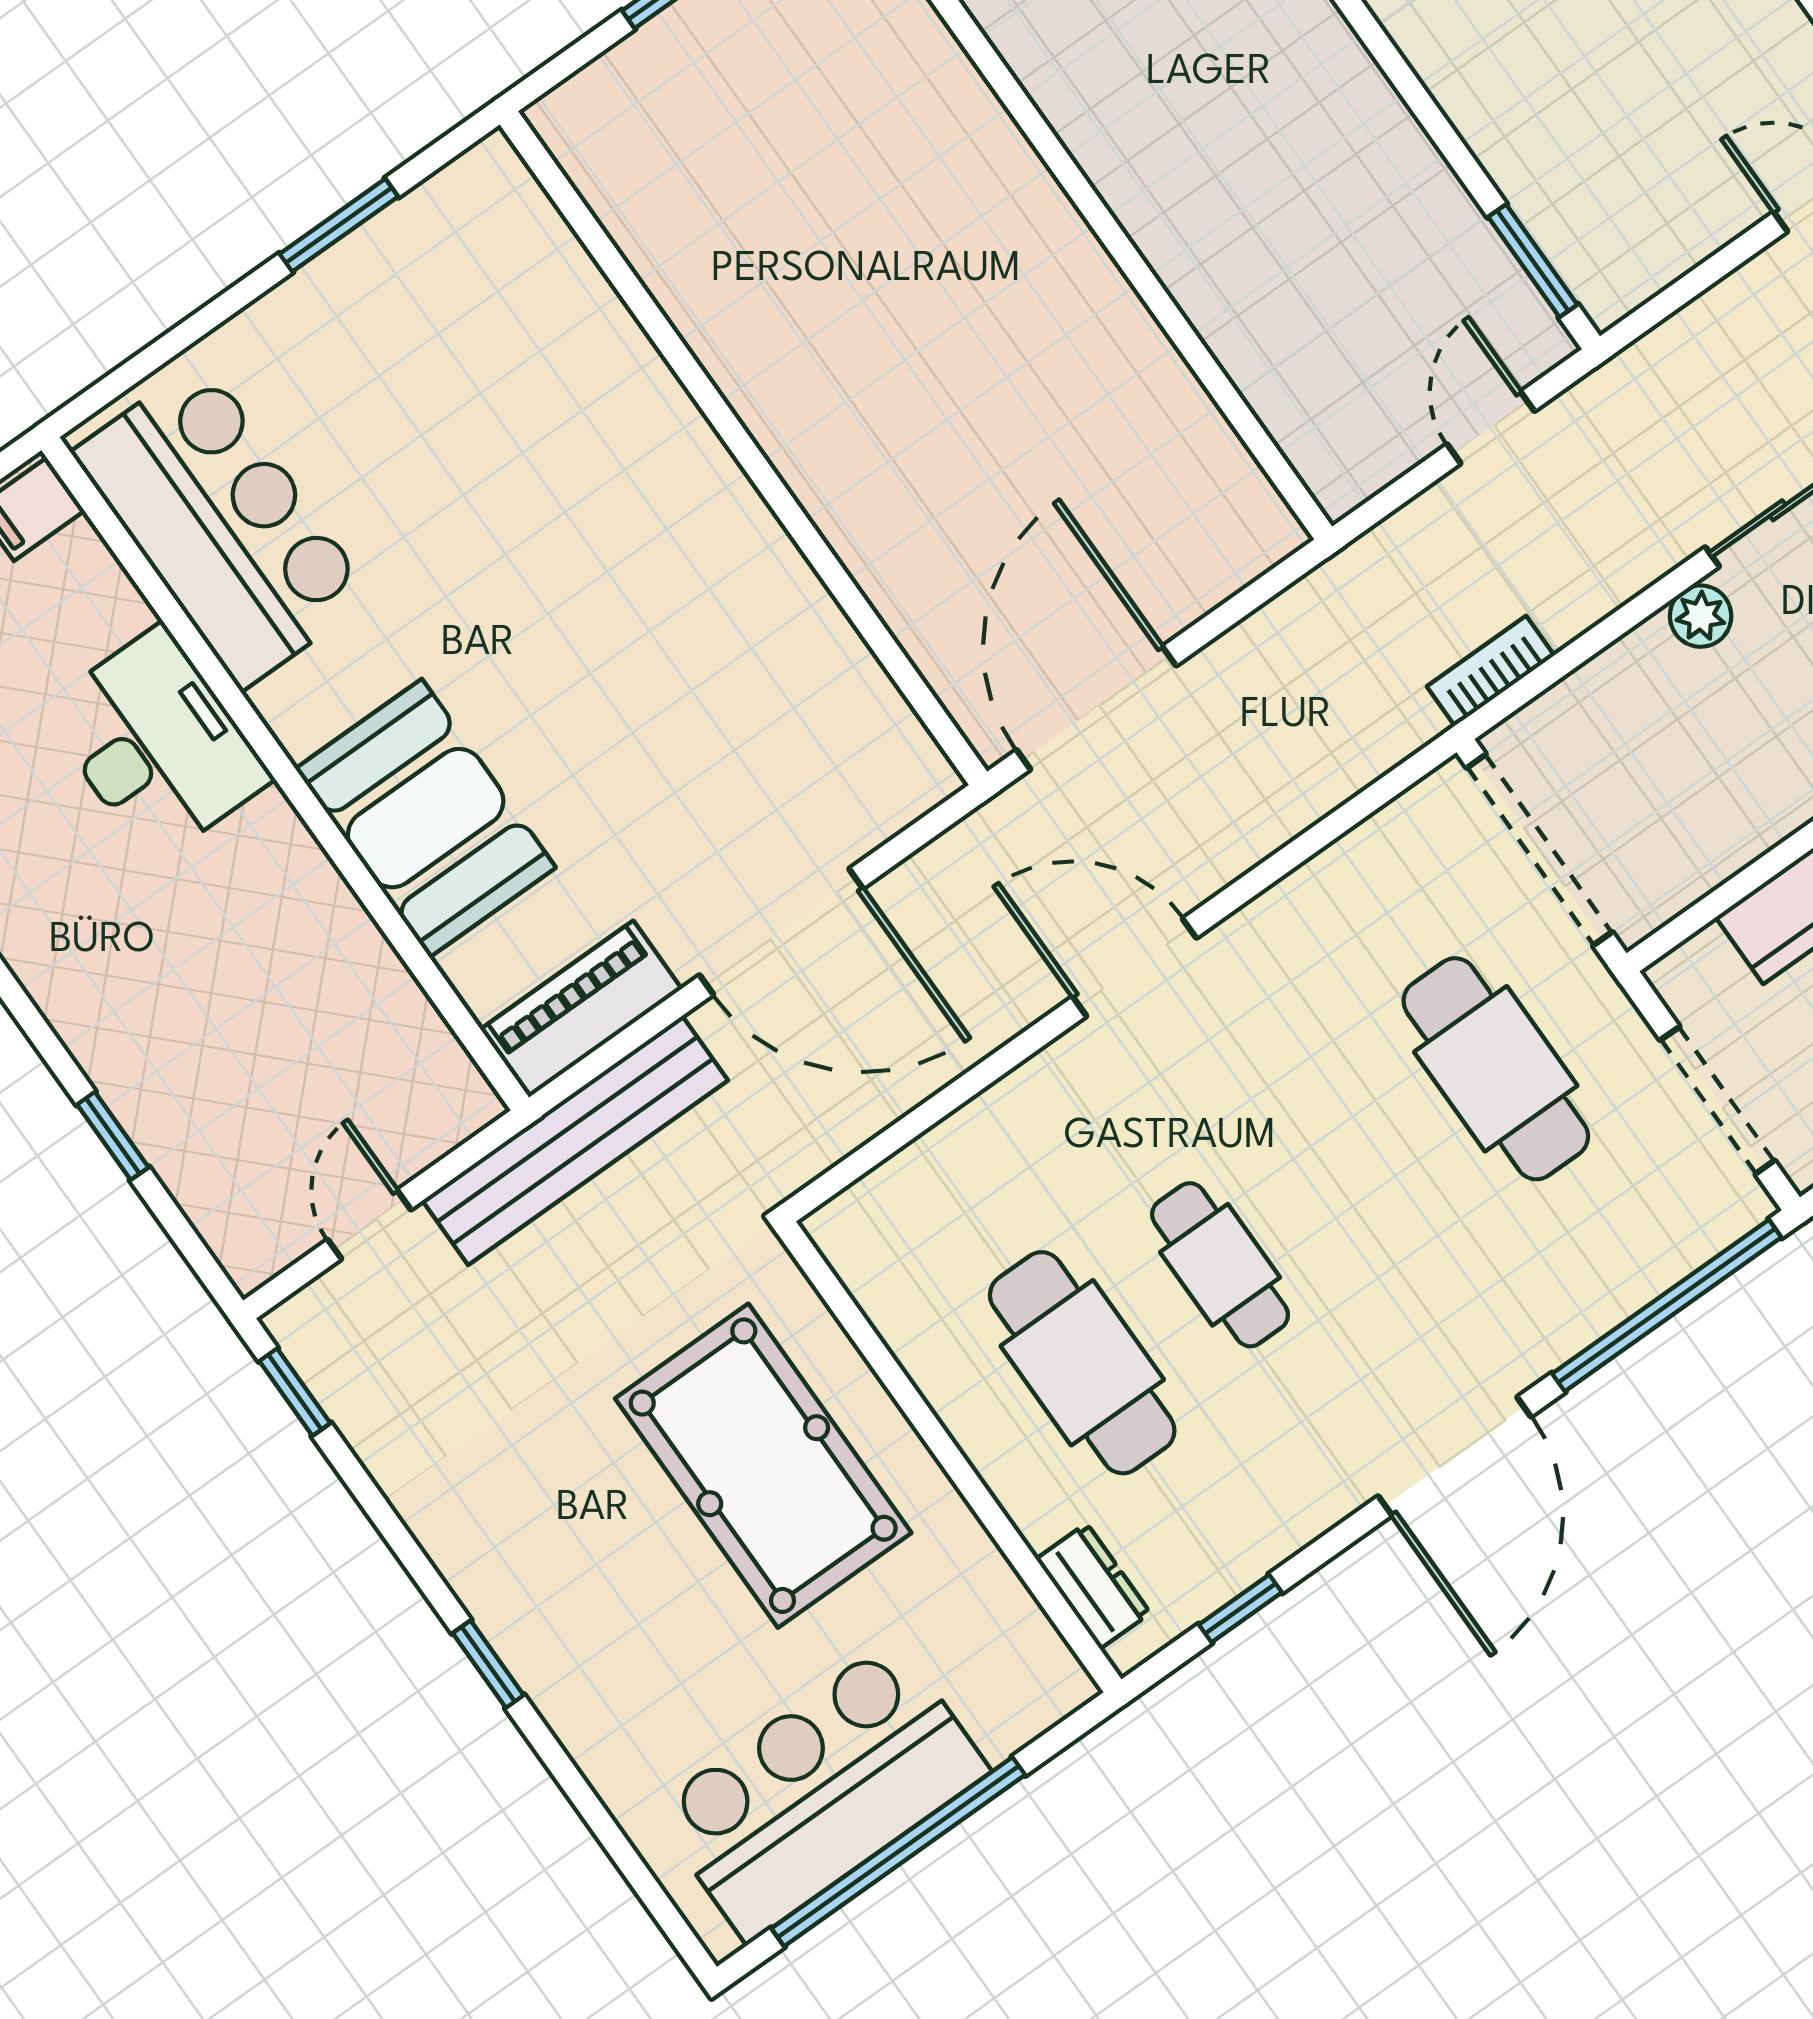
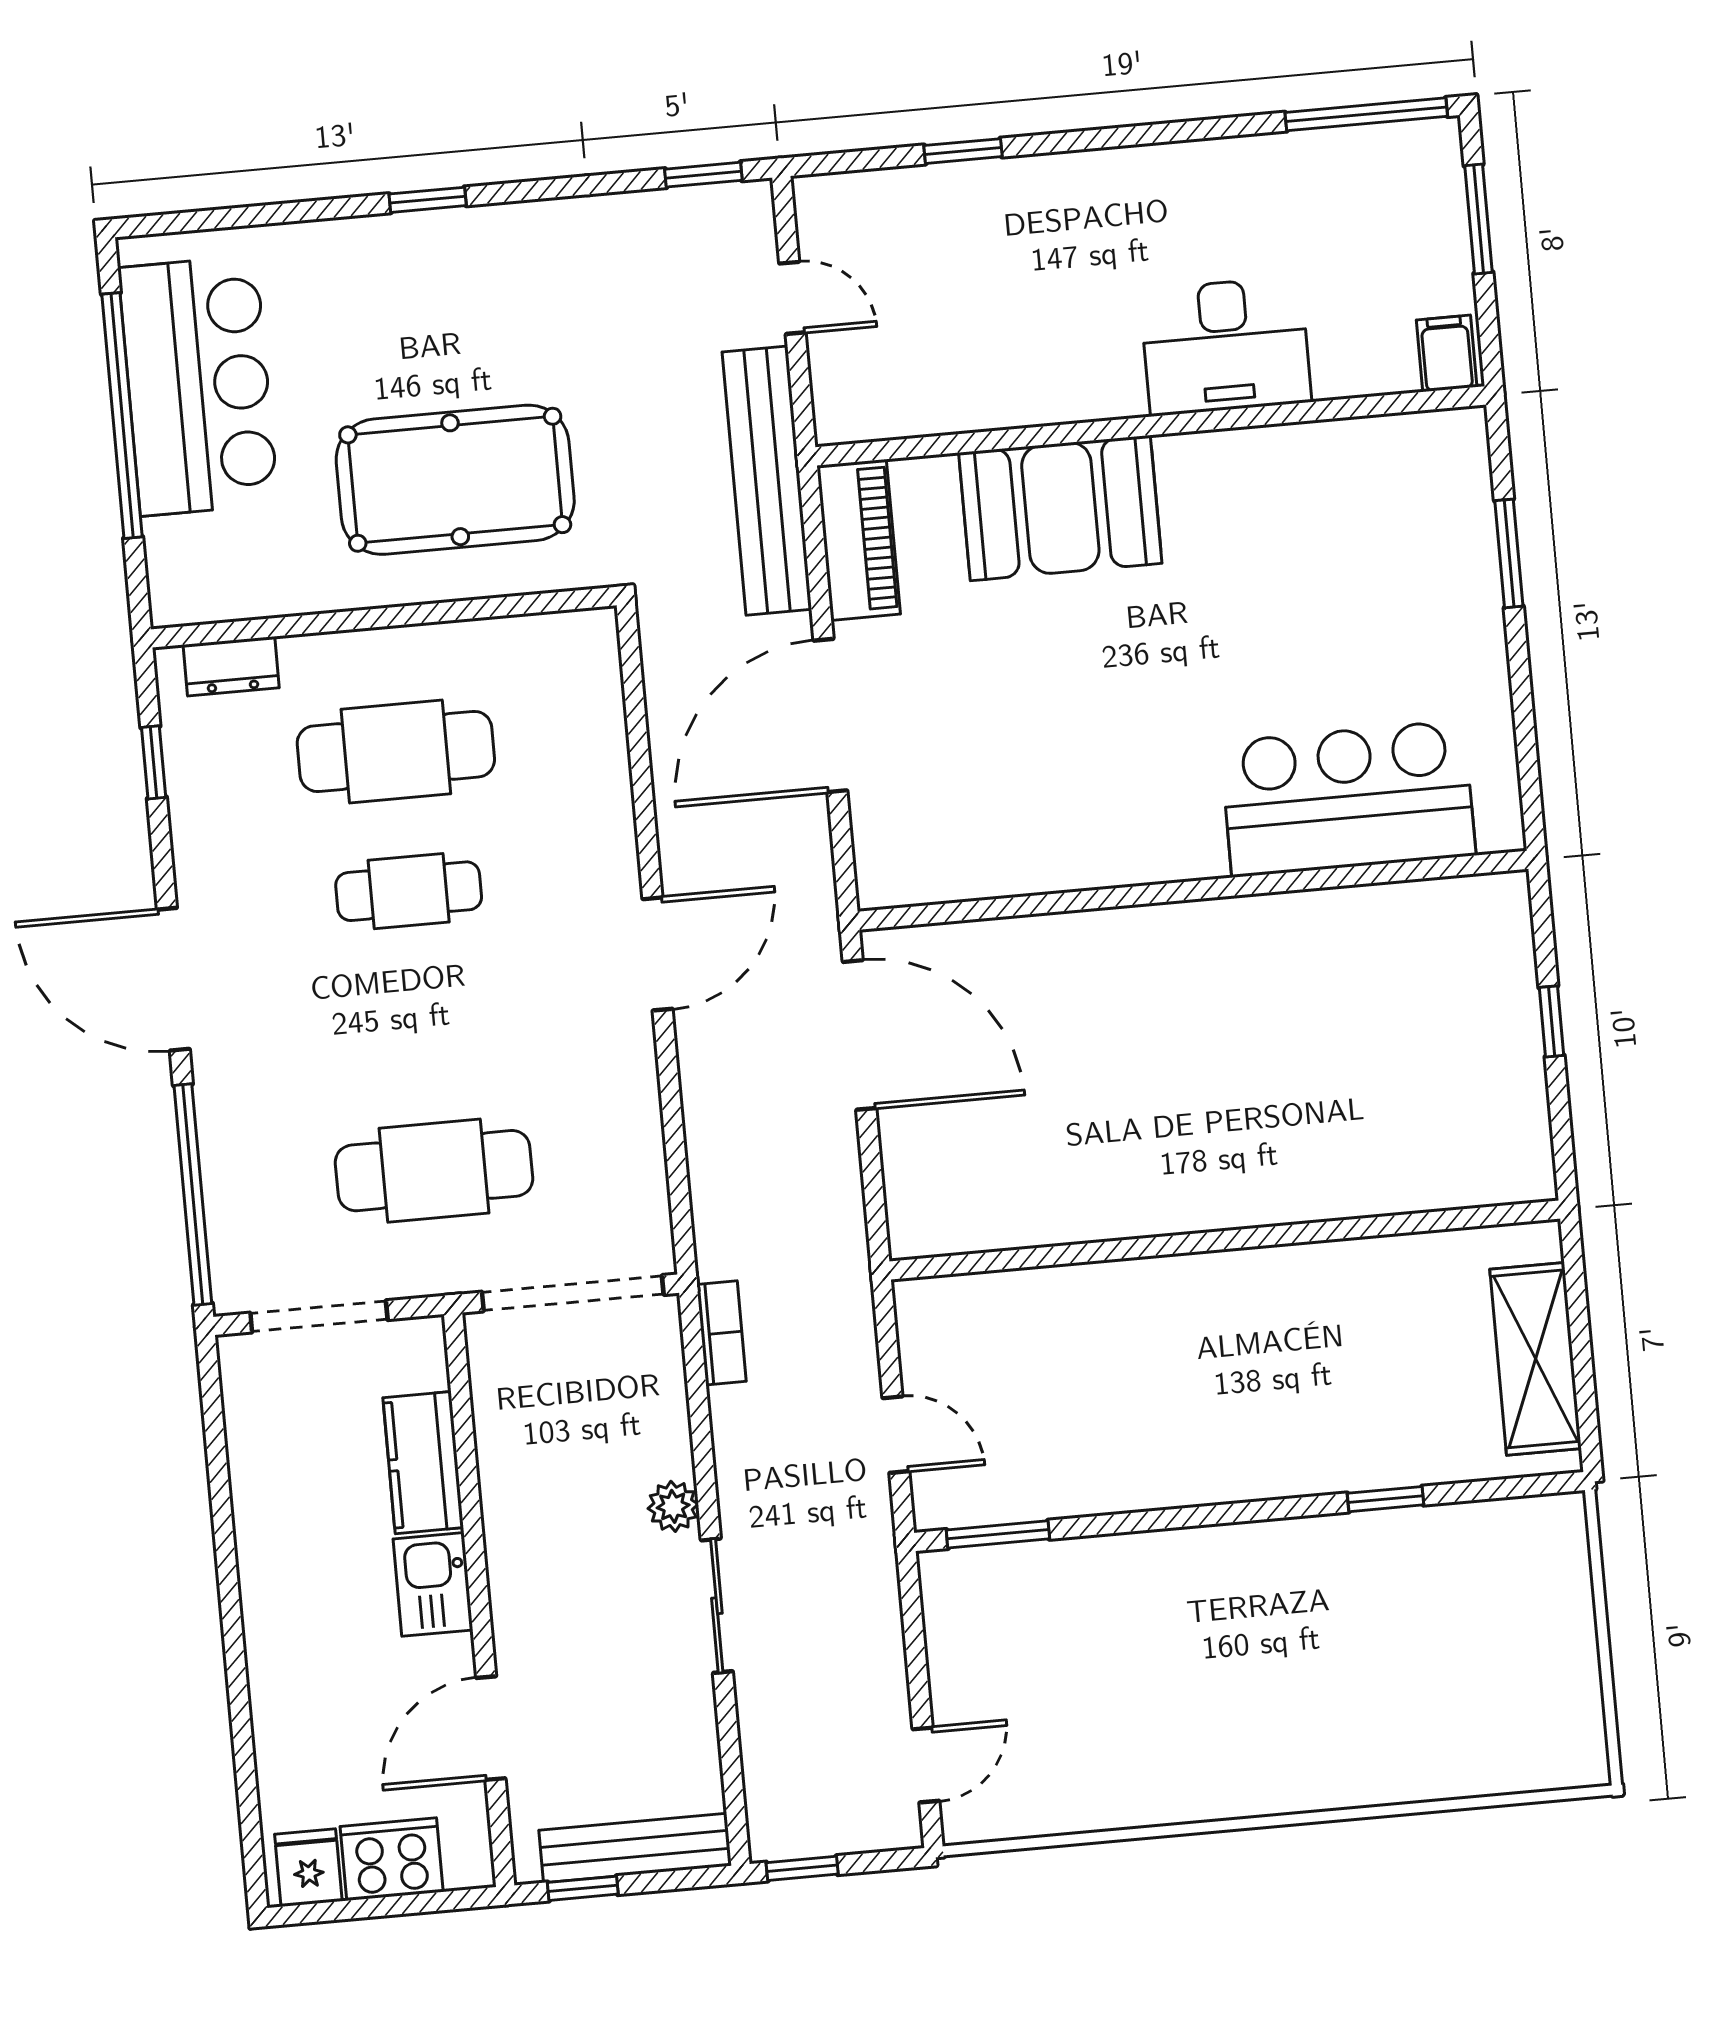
window: (339, 225) -> (1509, 553), moved
bar counter: (222, 525) -> (1348, 799), moved, turned 180

